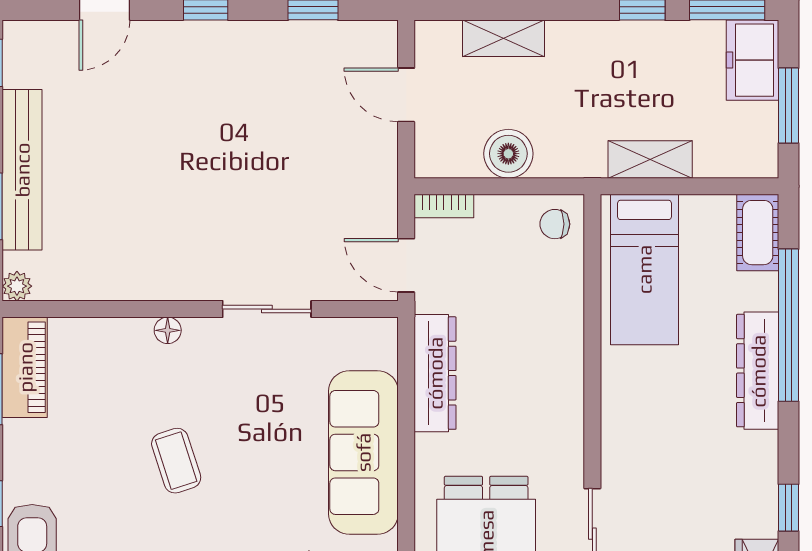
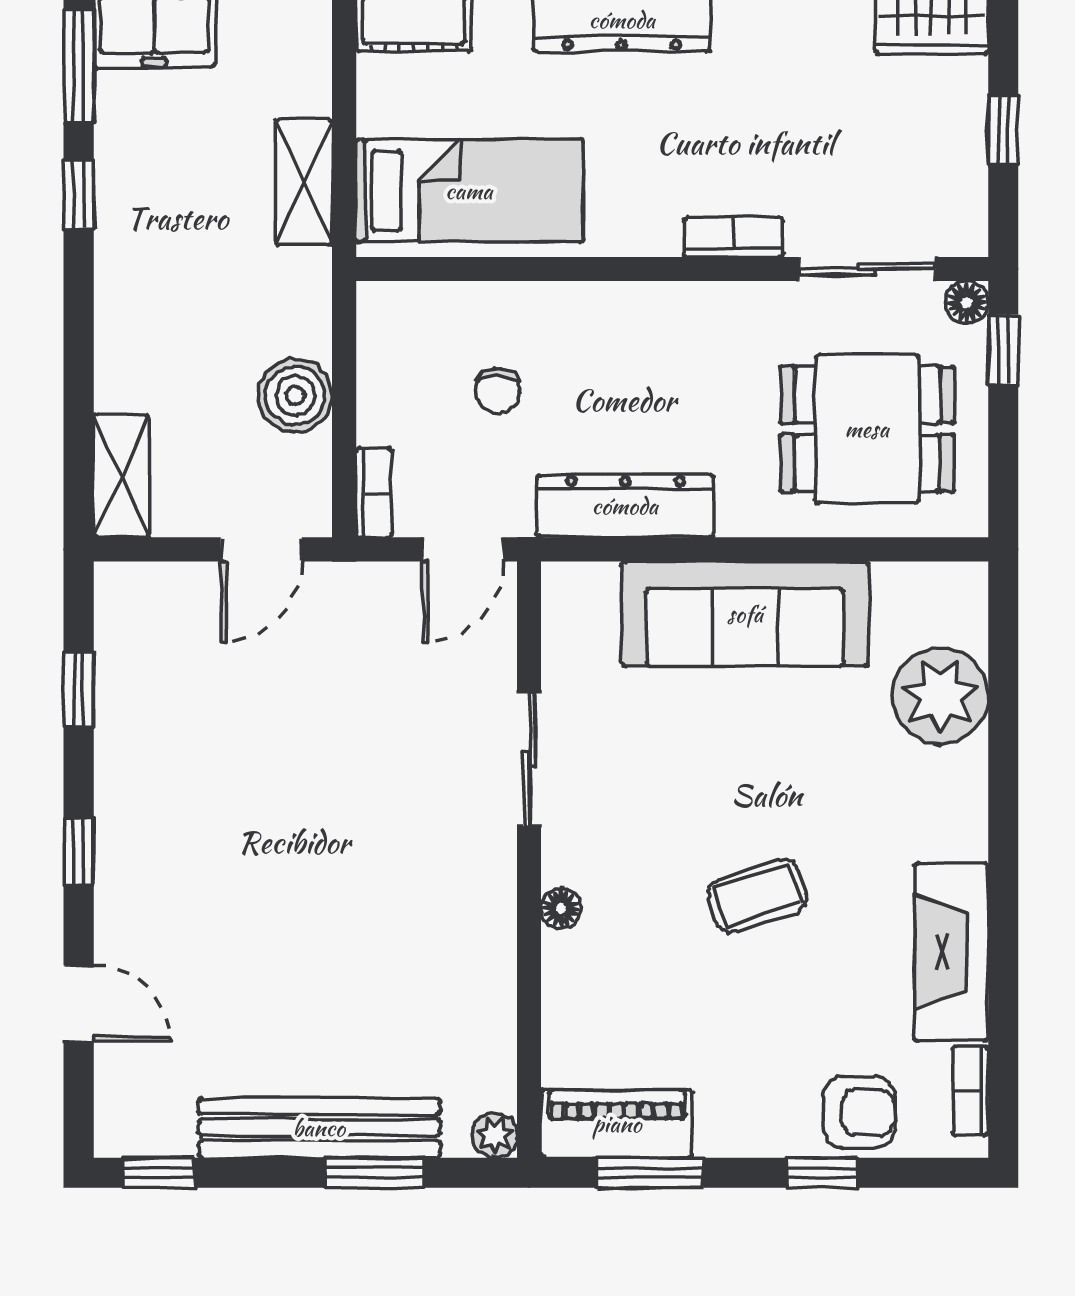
shelving: (503, 38) -> (121, 476), moved
door: (406, 95) -> (261, 549), moved
chair: (555, 224) -> (498, 391), moved
bookcase: (613, 445) -> (733, 237), added

